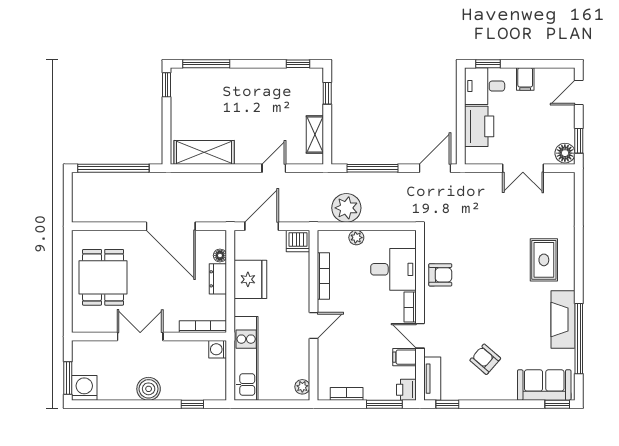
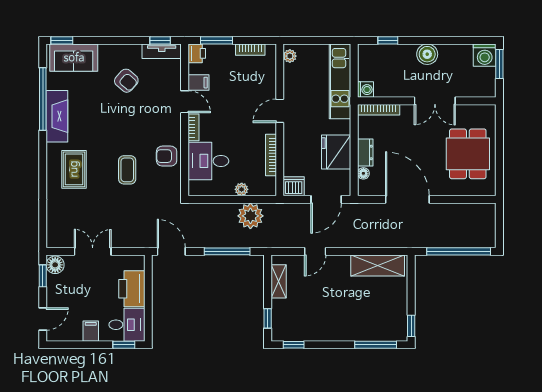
door: (435, 168) -> (171, 251), swing flipped
coffee table: (484, 259) -> (127, 170), added
tv unit: (432, 379) -> (162, 51), moved, turned -90

